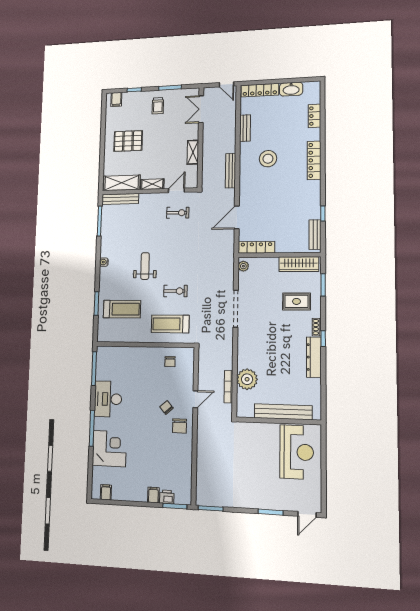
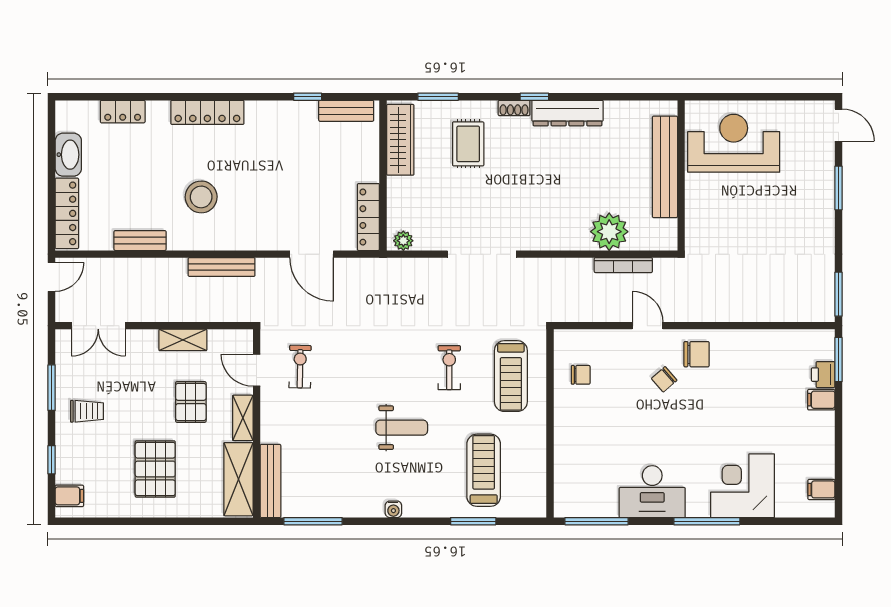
pallet: (161, 157) -> (191, 402), added
weight bench: (145, 266) -> (402, 428), turned 180

